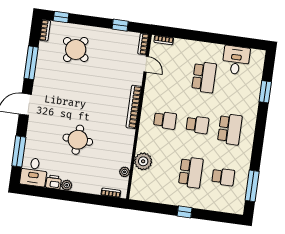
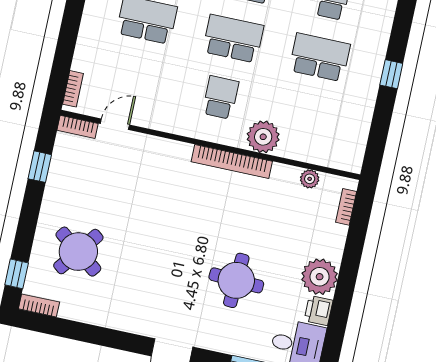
window: (31, 63) -> (97, 335), removed
bookcase: (134, 107) -> (232, 162), moved
school desk: (197, 125) -> (233, 39), width x1.85
round table: (78, 140) -> (236, 280), moved
plant: (143, 161) -> (263, 137), moved
plant: (67, 185) -> (320, 277), width x1.88, depth x1.88

